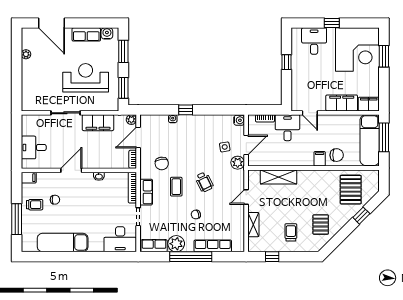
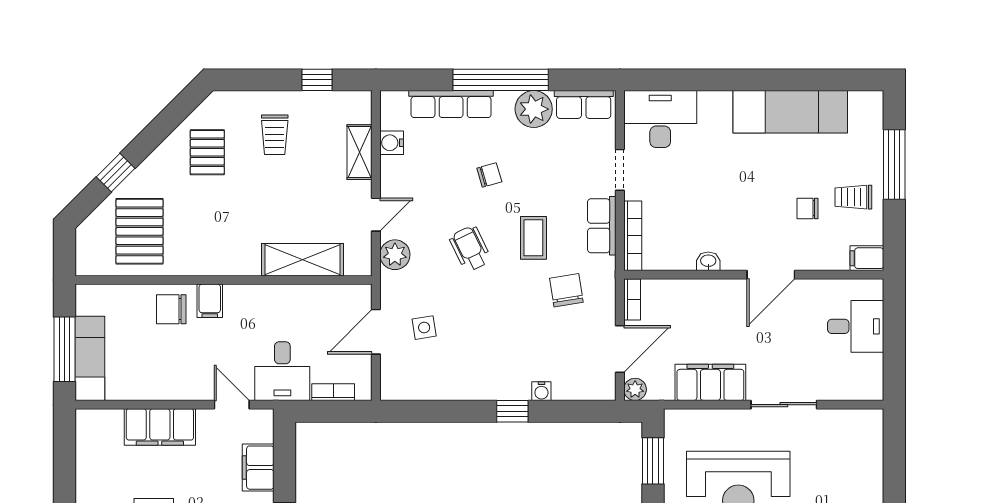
filing cabinet: (369, 104) -> (258, 468), moved, turned 90
water cooler: (239, 120) -> (392, 143), moved
exam couch: (370, 140) -> (90, 358), width x0.73, depth x0.69
plant: (238, 163) -> (395, 255), moved

